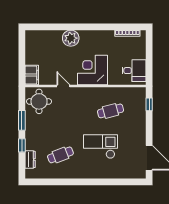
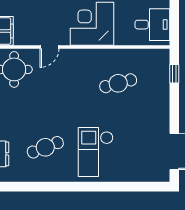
door: (63, 86) -> (49, 47), swing flipped
checkout: (101, 147) -> (96, 152), moved, turned -90

